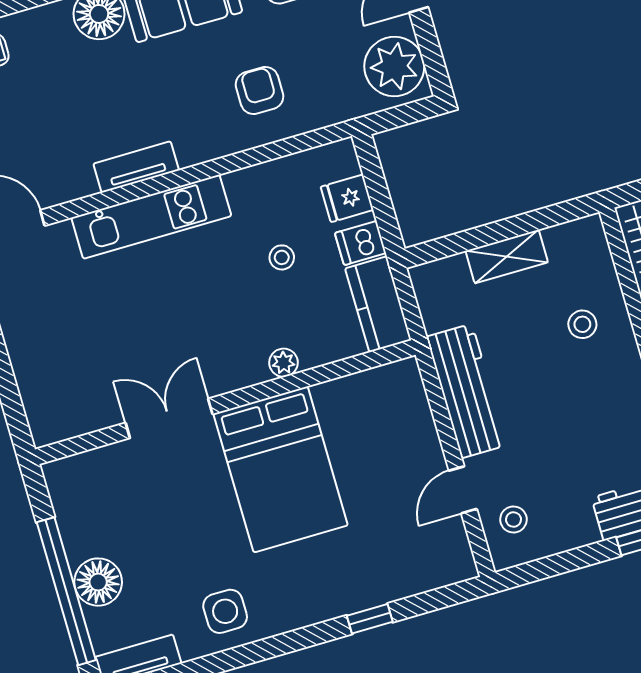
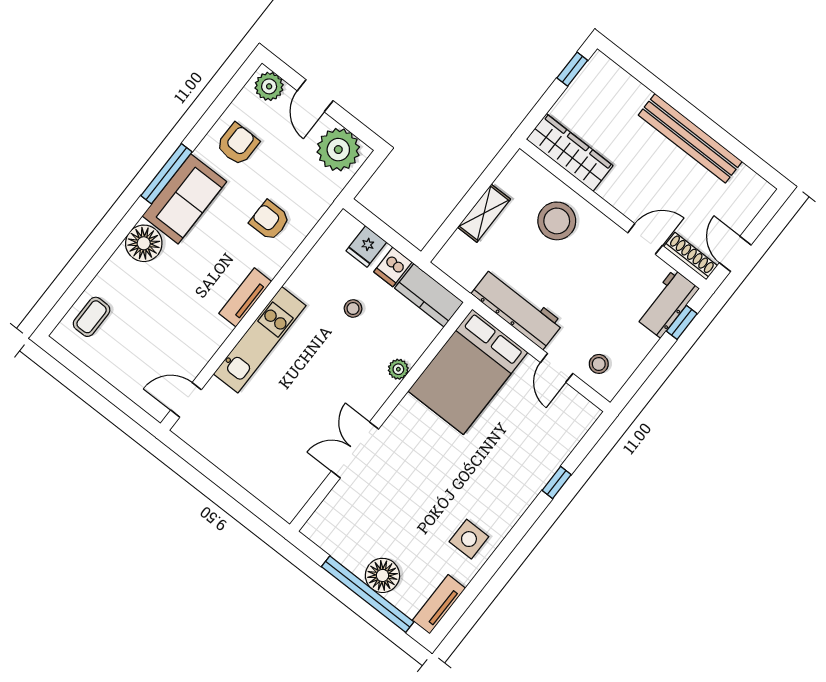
tv unit: (136, 167) -> (245, 297), moved
stool: (582, 324) -> (557, 221), width x1.89, depth x1.89
bed: (281, 469) -> (468, 372), moved, turned 90

